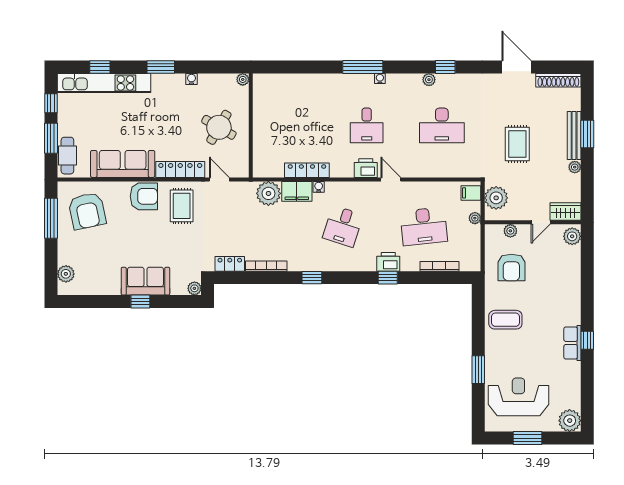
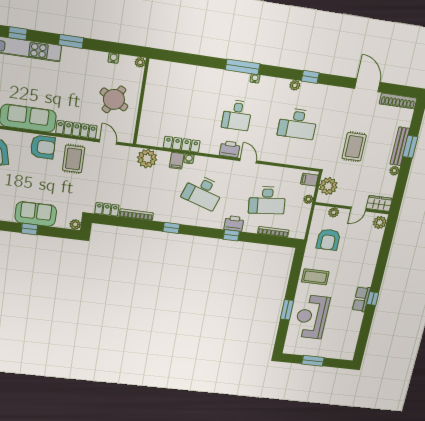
water cooler: (191, 79) -> (113, 58), moved
filing cabinet: (297, 191) -> (177, 161), width x0.50
desk: (343, 226) -> (203, 192), width x1.37
reception desk: (518, 397) -> (312, 317), moved, turned -90
plant: (570, 421) -> (346, 352), removed

